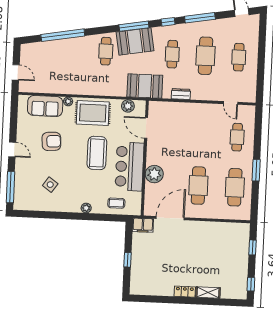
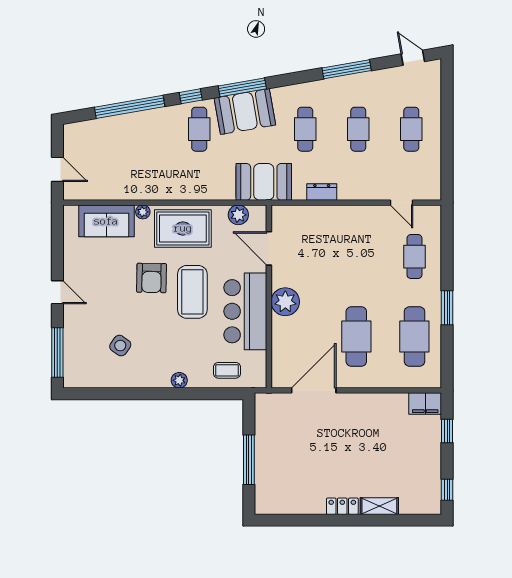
window: (168, 22) -> (191, 96), moved
cafe table: (206, 56) -> (358, 129), width x0.73, depth x0.74
armchair: (51, 141) -> (152, 278), moved, turned 95
plant: (154, 174) -> (285, 302), moved
filing cabinet: (143, 225) -> (425, 403), moved
window: (128, 260) -> (249, 460), width x2.17

